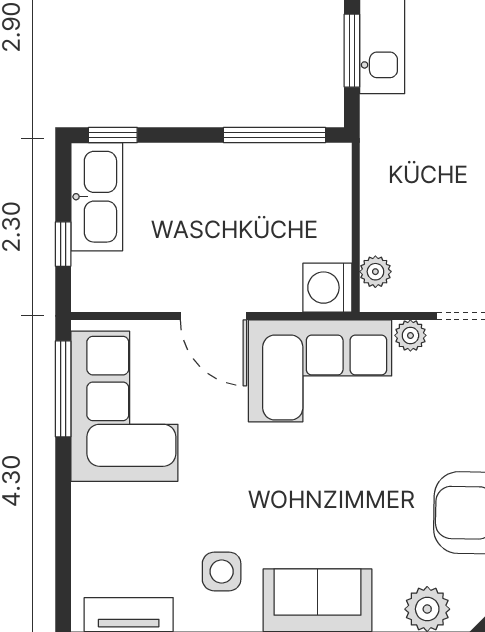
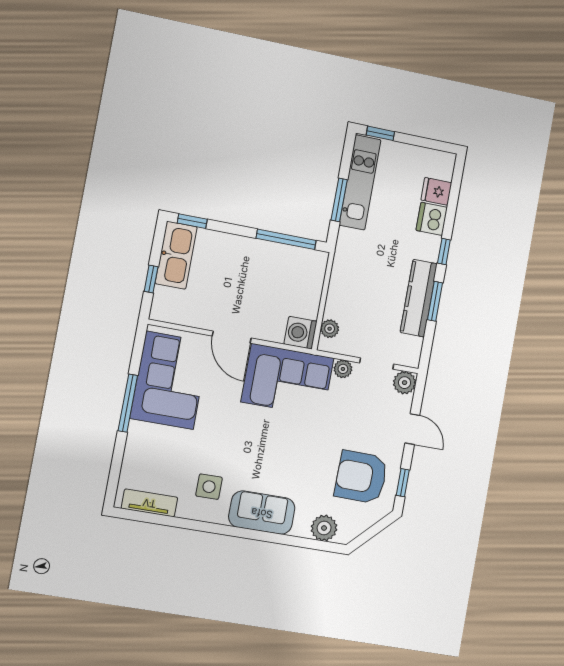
window: (63, 389) -> (128, 403), moved

